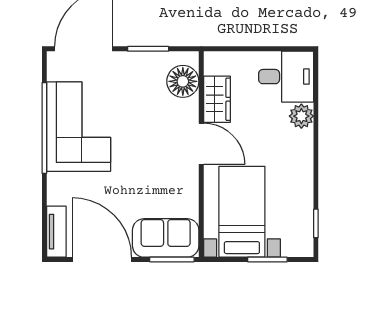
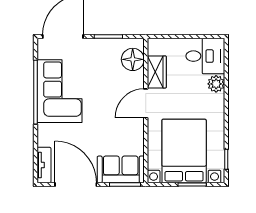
door: (201, 144) -> (146, 103), swing flipped
bed with nightstands: (242, 212) -> (184, 151), width x1.36

